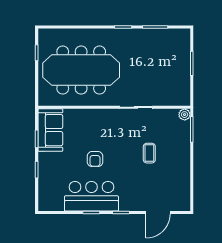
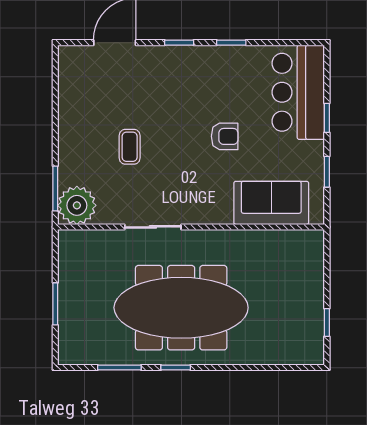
meeting table: (81, 70) -> (181, 308), moved
plant: (185, 115) -> (77, 205), width x1.87, depth x1.87
sofa: (50, 130) -> (271, 203), moved, turned 90
armchair: (95, 159) -> (225, 136), turned 90
bar counter: (91, 196) -> (298, 92), moved, turned 90

